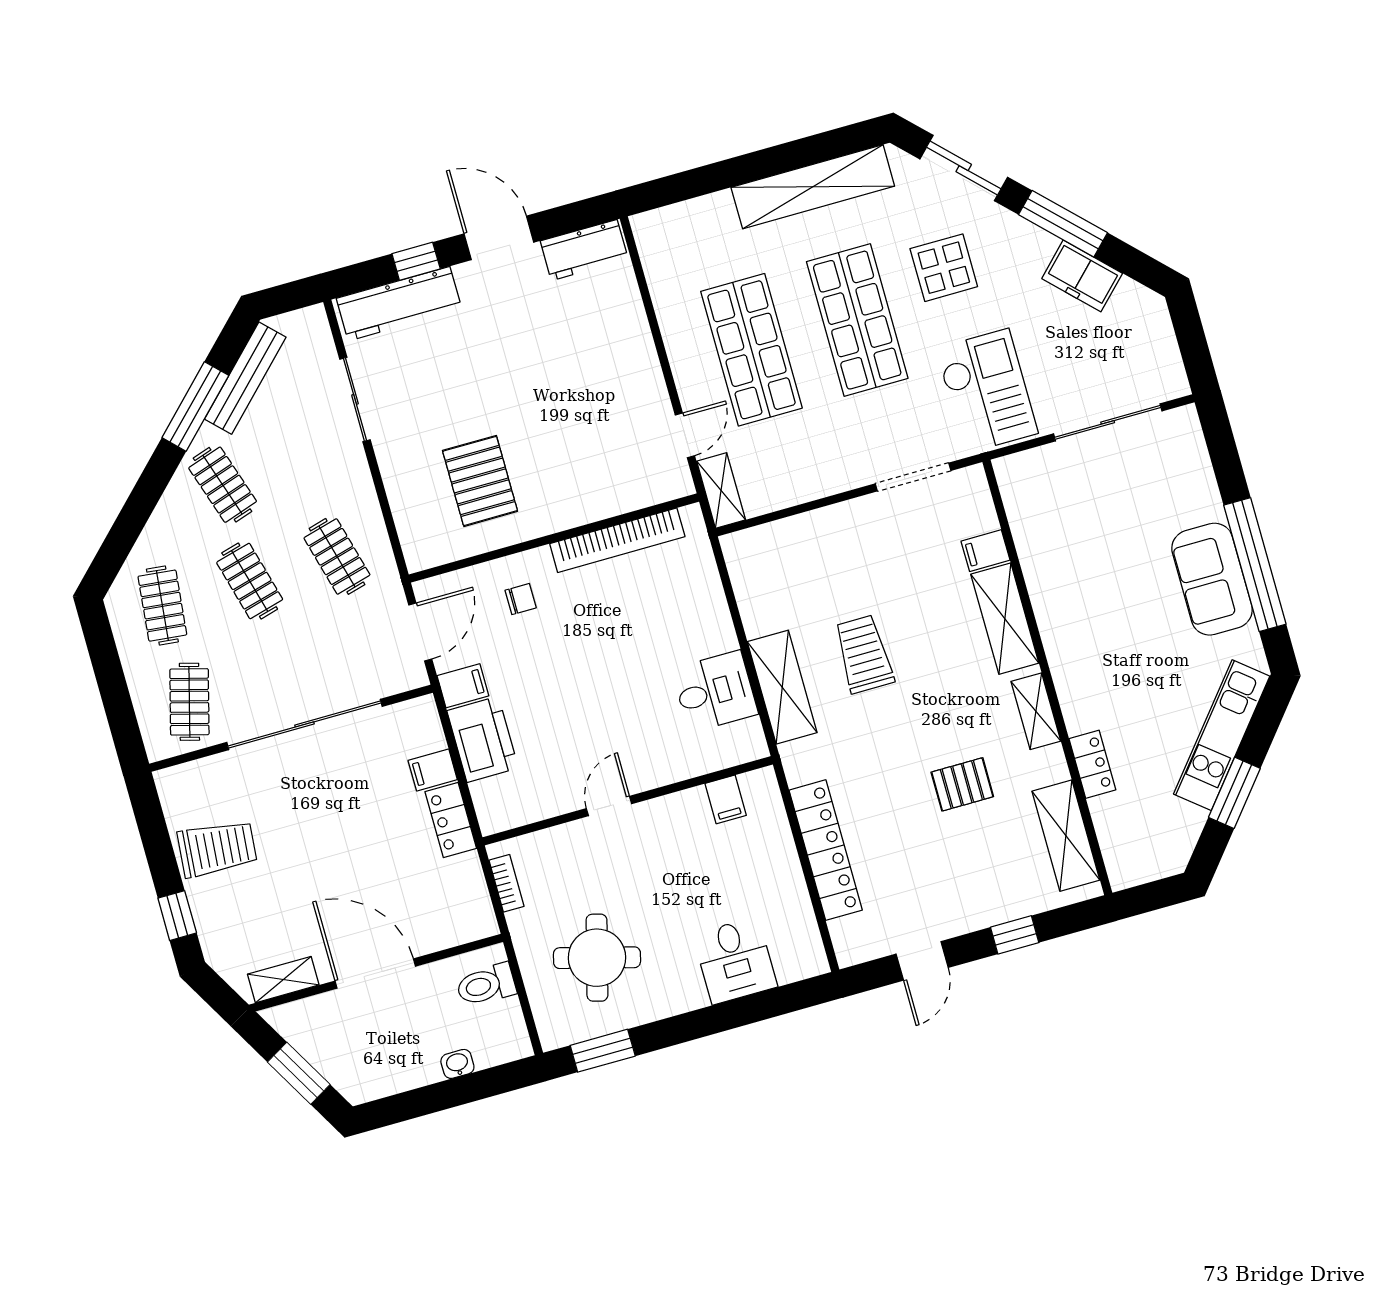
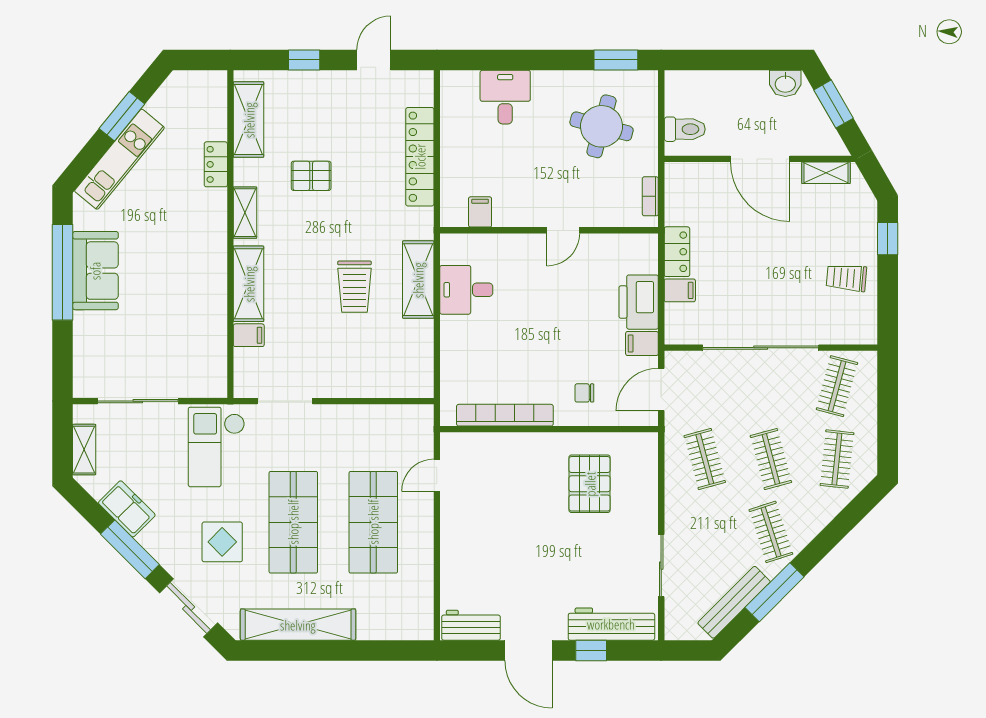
shelving: (721, 490) -> (84, 450), moved
trolley: (217, 849) -> (846, 278), width x0.73, depth x0.72
washbasin: (457, 1064) -> (785, 83), moved, width x1.38, depth x1.45

